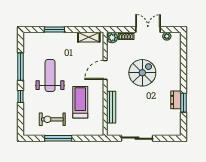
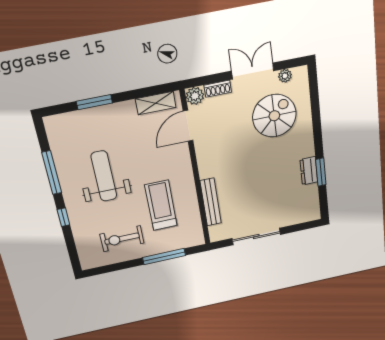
door: (105, 70) -> (188, 126), moved
spiral stairs: (142, 73) -> (274, 116), moved
window: (58, 138) -> (164, 256), moved

